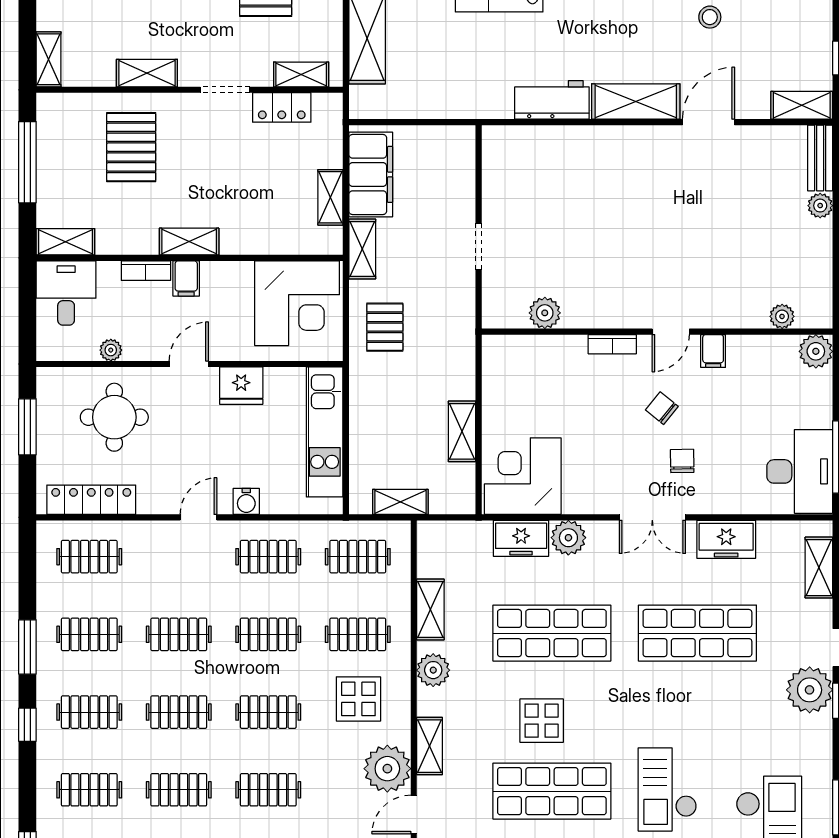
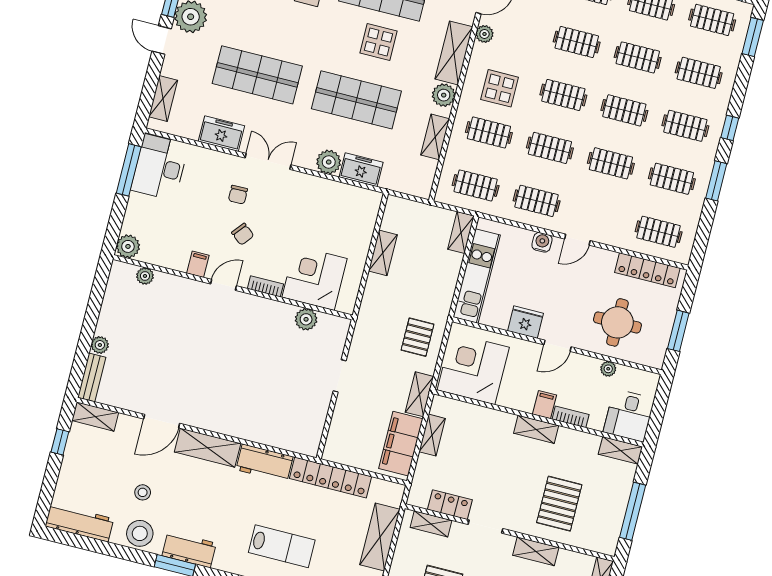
locker: (456, 103) -> (330, 477), added
corner desk: (523, 476) -> (315, 278), moved, turned 180
shelving: (400, 502) -> (461, 233), moved, turned 90
shelving: (430, 746) -> (454, 53), width x1.50, depth x1.33
plant: (387, 769) -> (484, 34), width x0.53, depth x0.53

